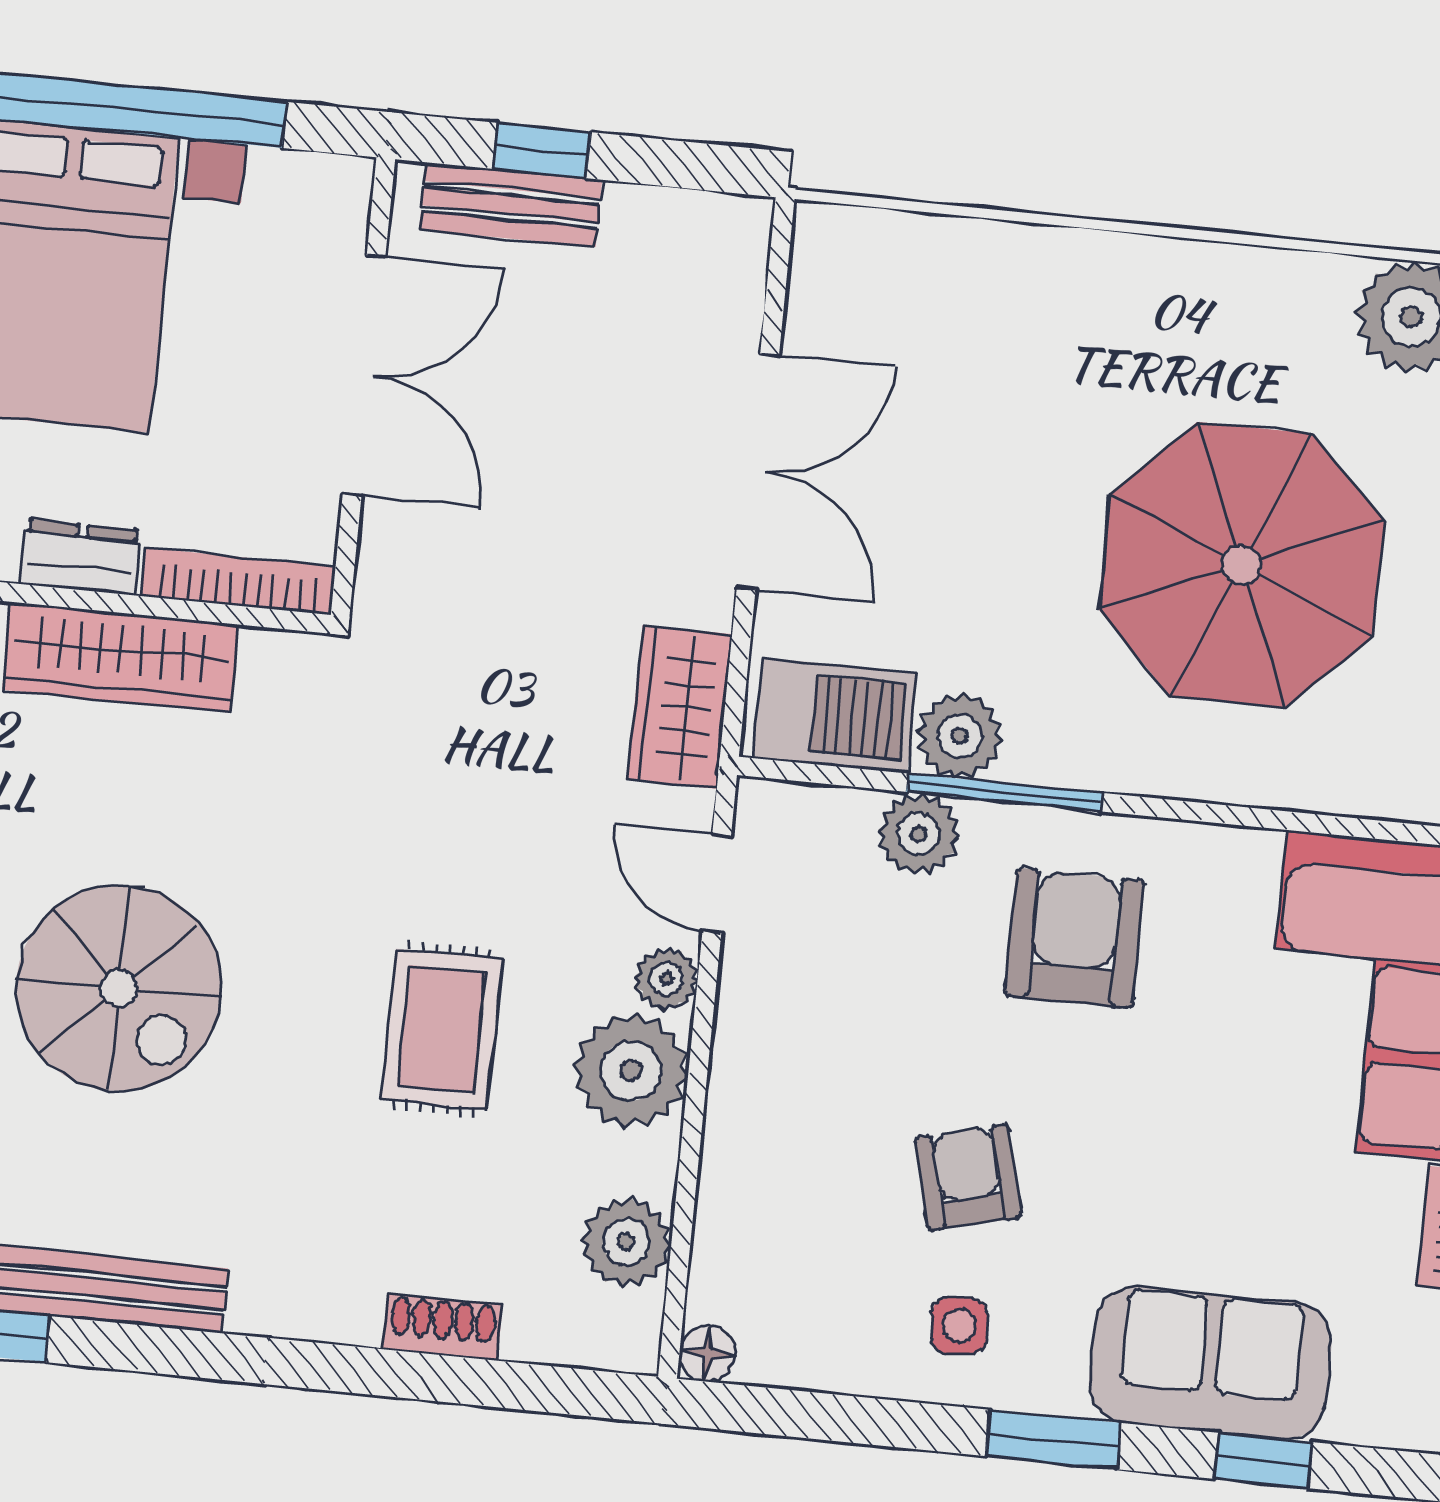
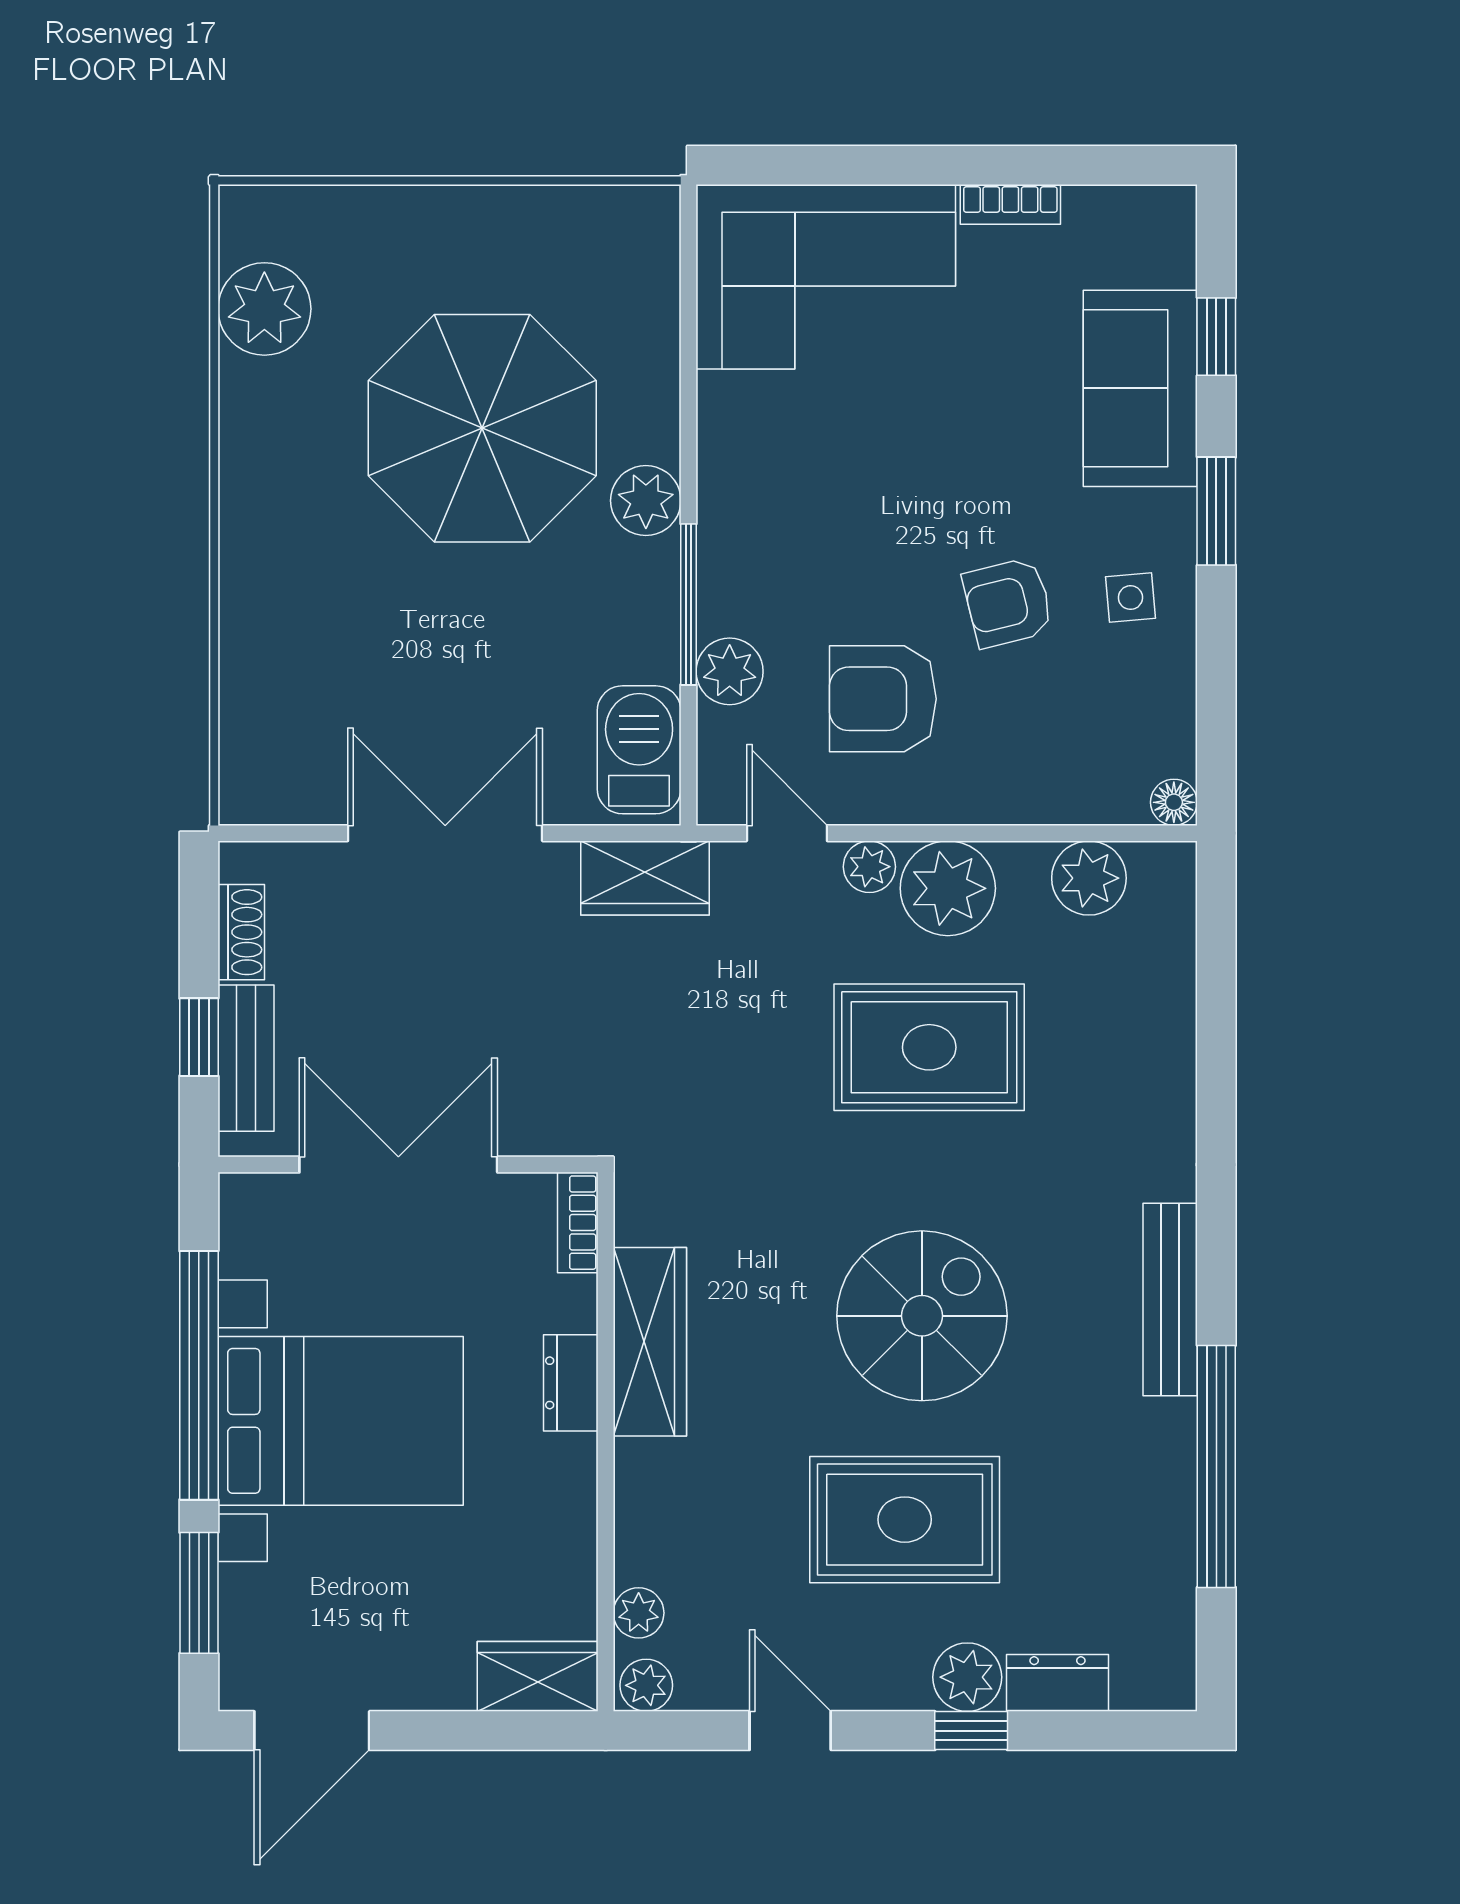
bookcase: (239, 581) -> (578, 1223), width x0.64
plant: (960, 736) -> (646, 501), moved
door: (717, 883) -> (787, 833), swing flipped
armchair: (1074, 938) -> (883, 699), moved
rug: (442, 1029) -> (929, 1047), width x1.36, depth x1.43
shoe rack: (442, 1327) -> (241, 932), moved, turned 180

